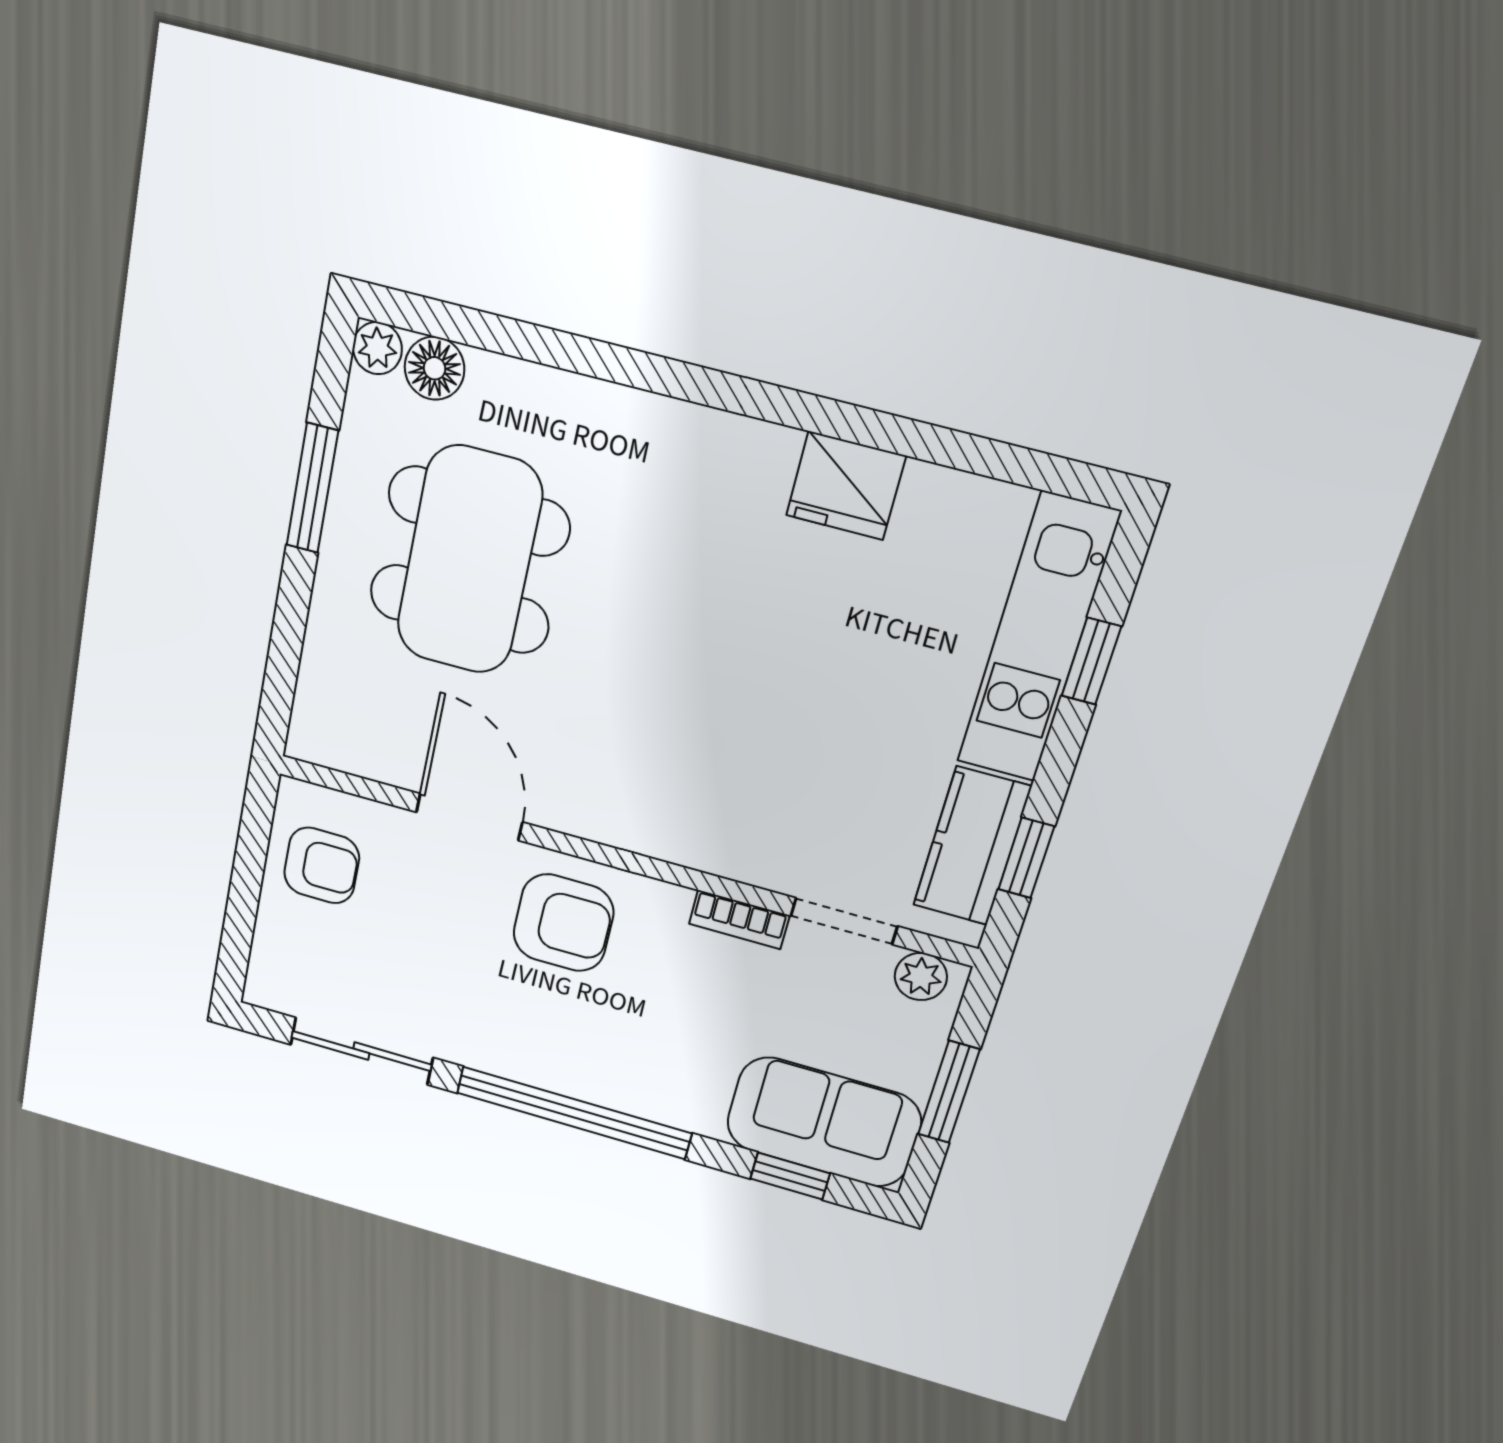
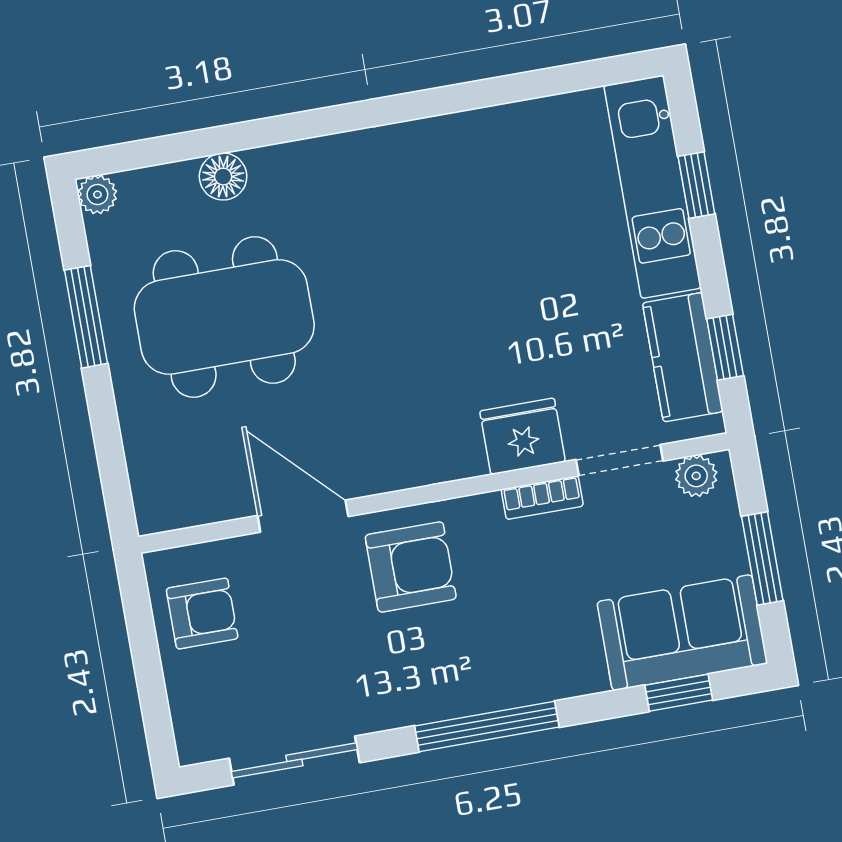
floor lamp: (435, 368) -> (223, 177), moved
fridge: (846, 486) -> (523, 436), moved, turned 180
dining table: (469, 560) -> (224, 317), turned 90
window: (574, 1113) -> (487, 727), width x0.68

